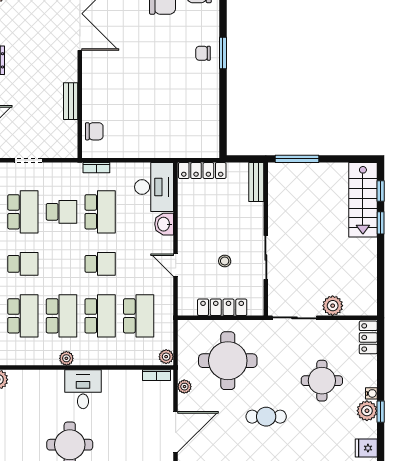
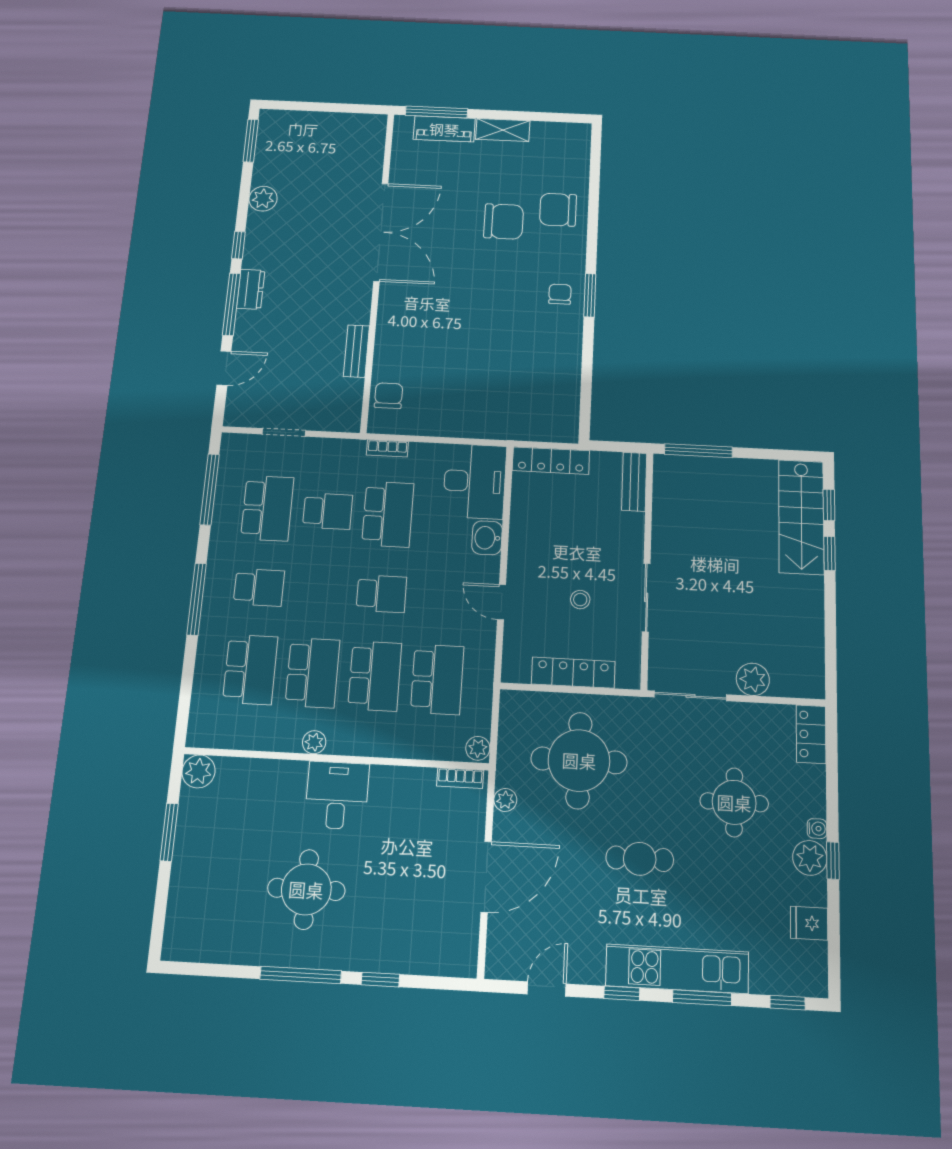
chair: (203, 53) -> (560, 294), turned 90
chair: (94, 131) -> (389, 396), turned -90

